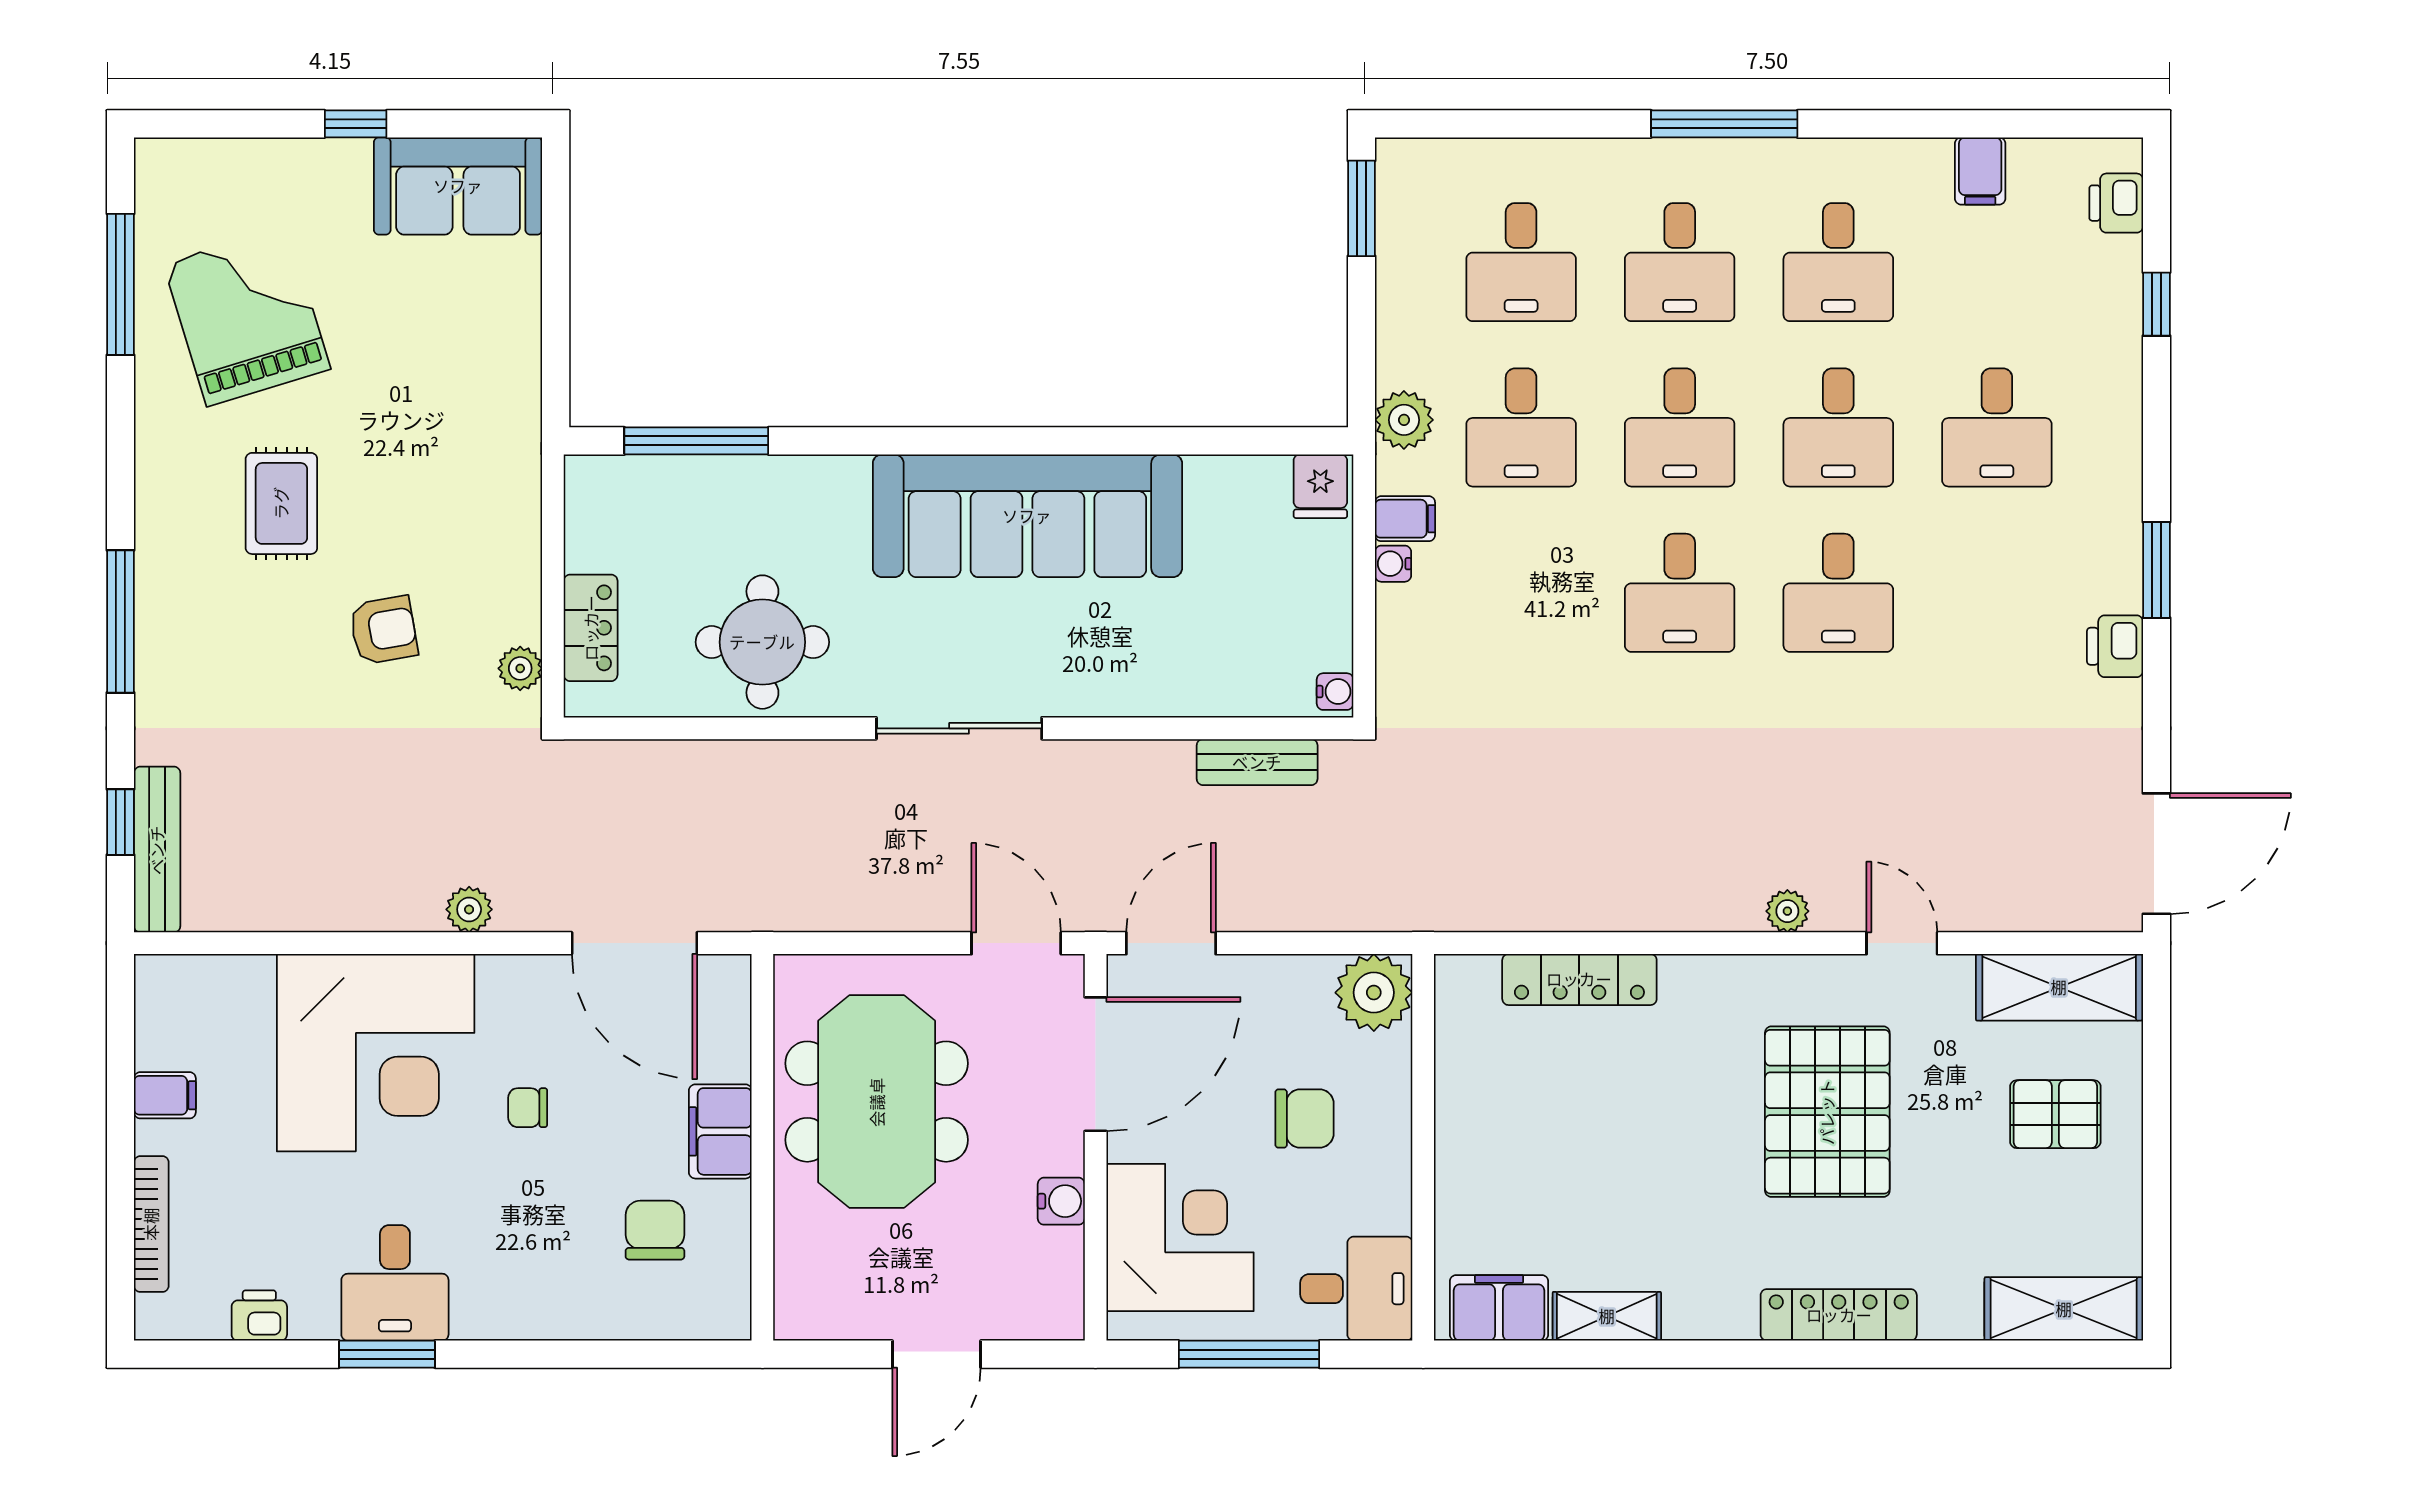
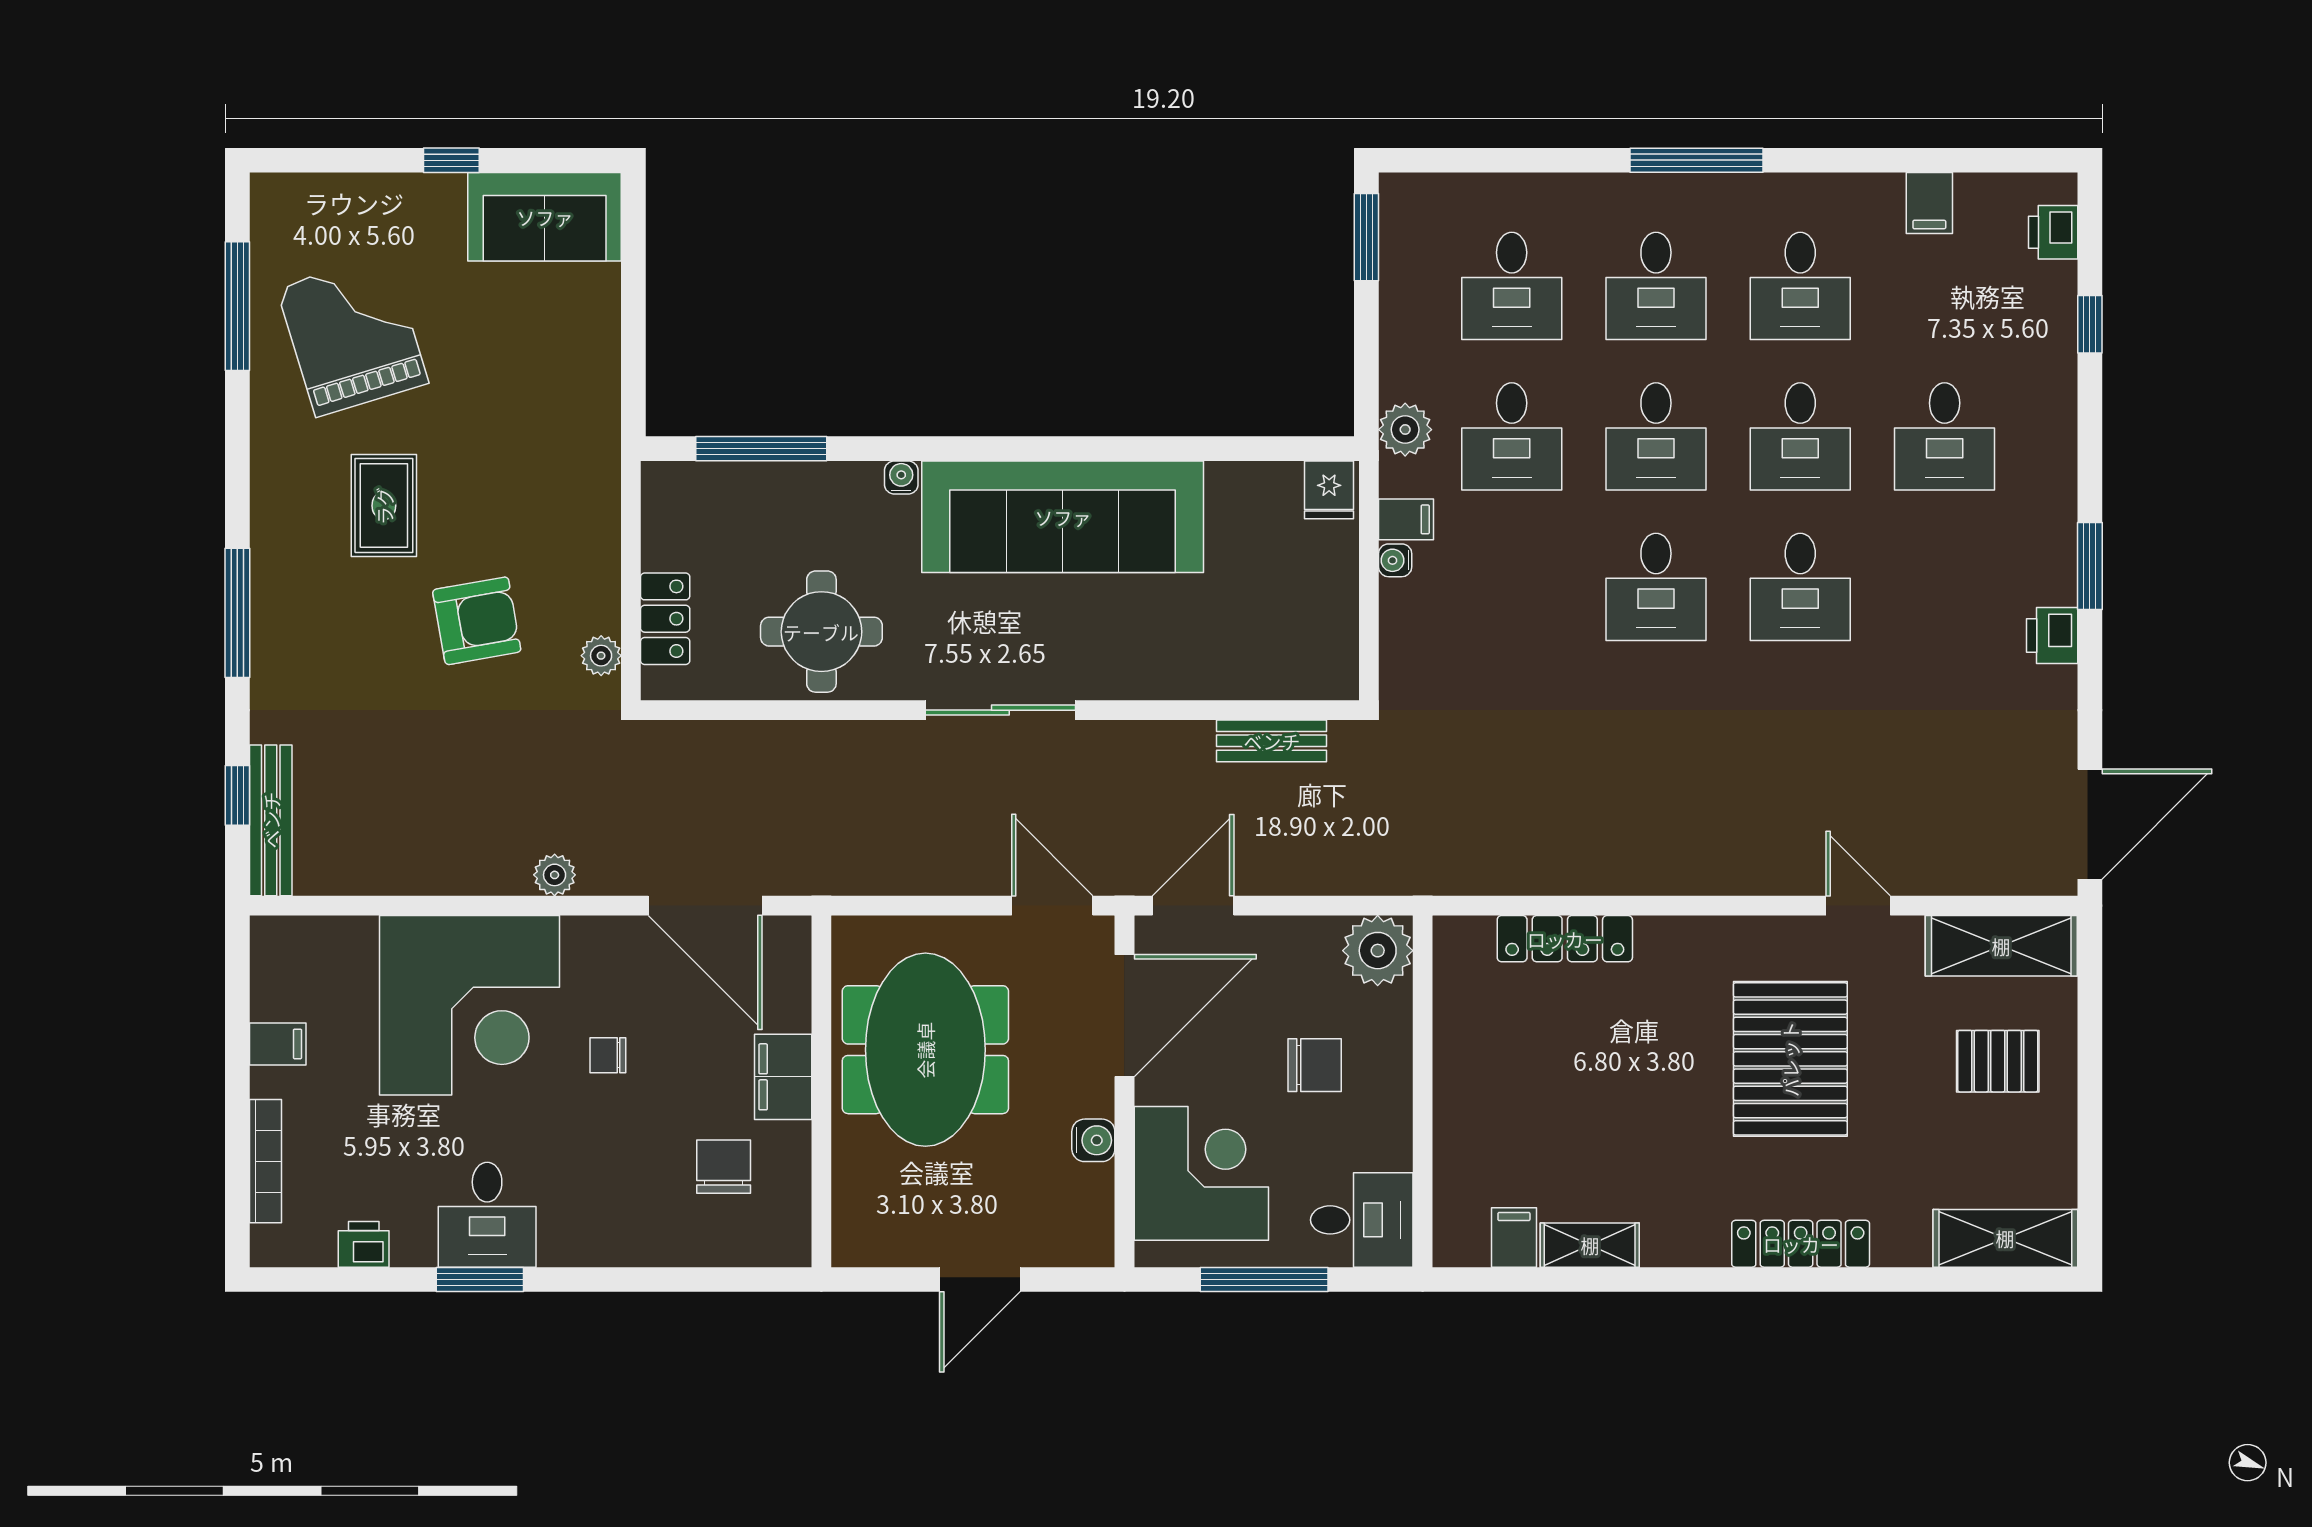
armchair: (384, 630) -> (477, 621), width x1.38, depth x1.38
water cooler: (1335, 692) -> (901, 477), moved, turned -90
plant: (1787, 911) -> (1754, 876), removed
filing cabinet: (1499, 1308) -> (1514, 1237), width x0.50

